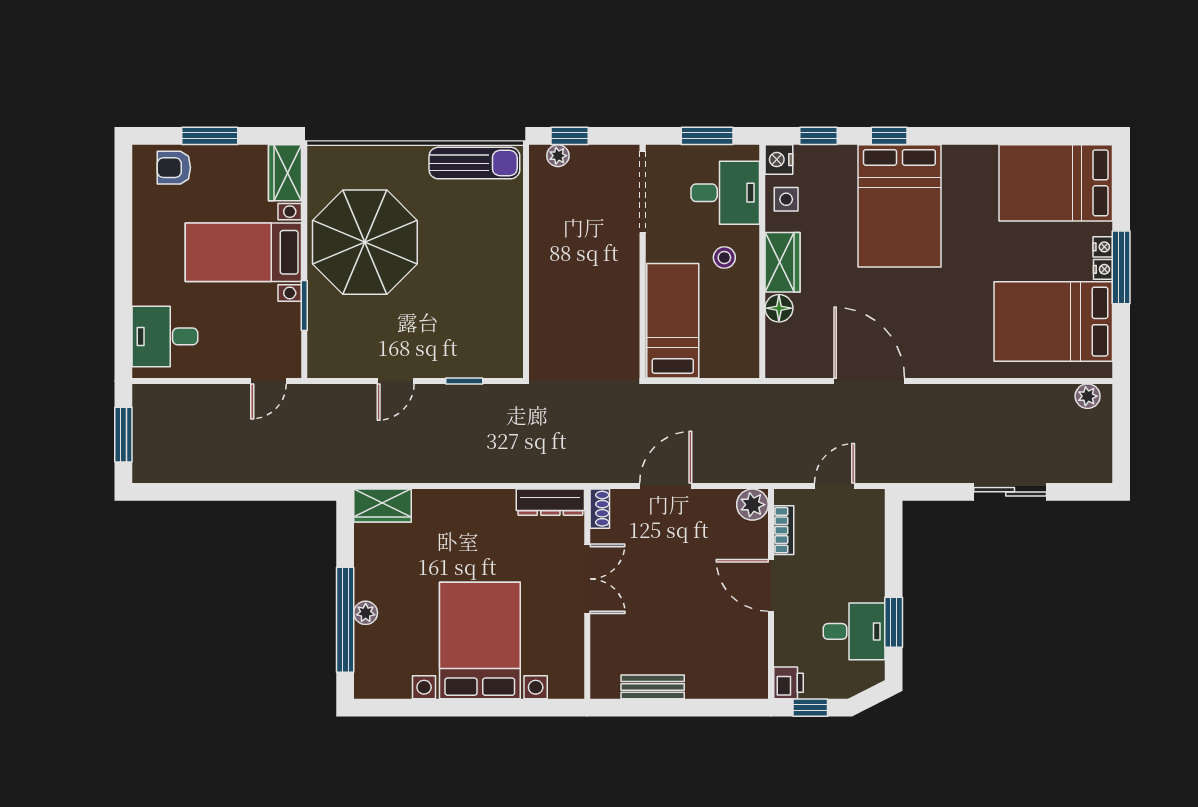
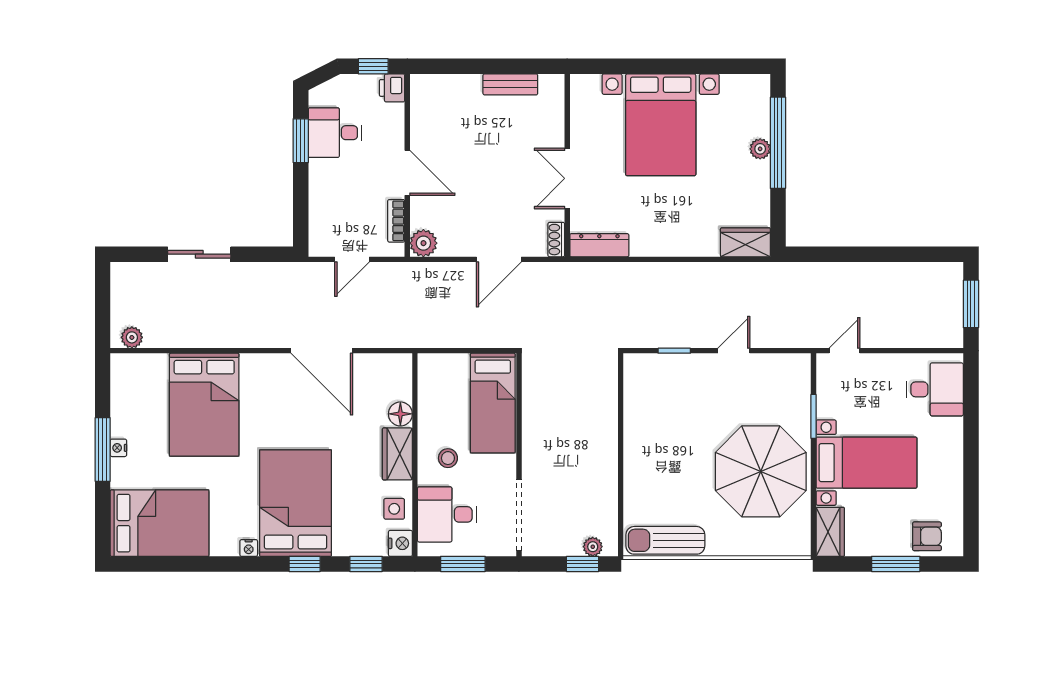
nightstand: (1103, 247) -> (249, 548), moved, turned -90
bed: (1053, 322) -> (204, 405), moved, turned 90

